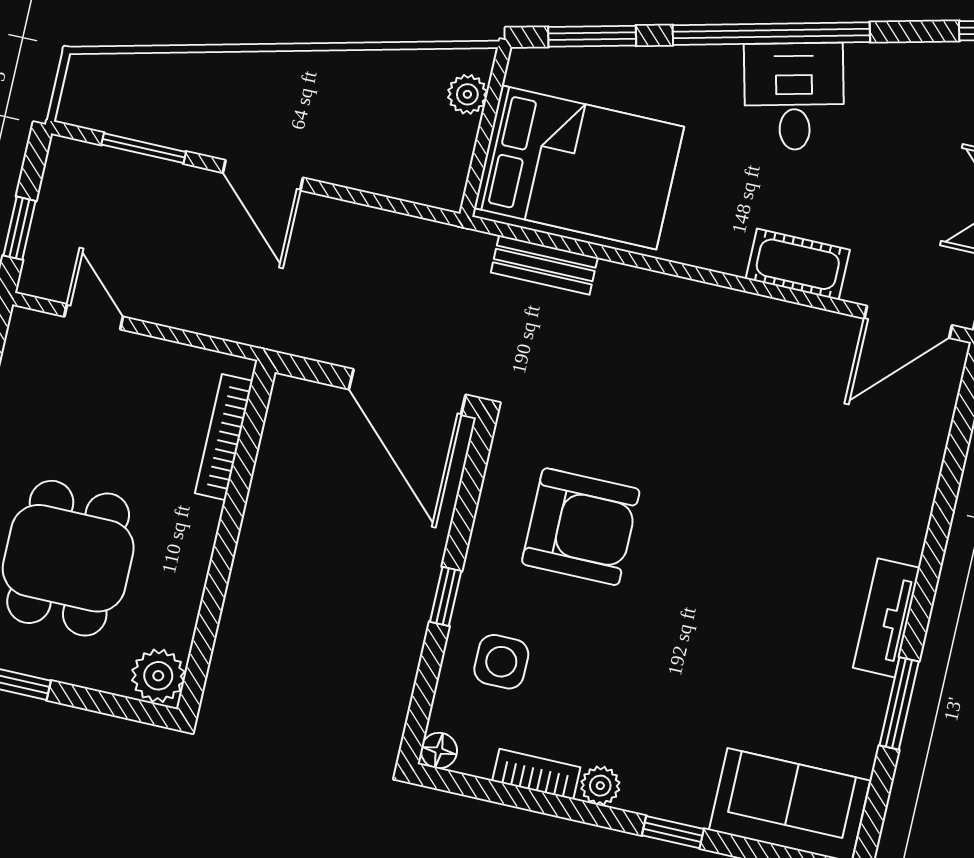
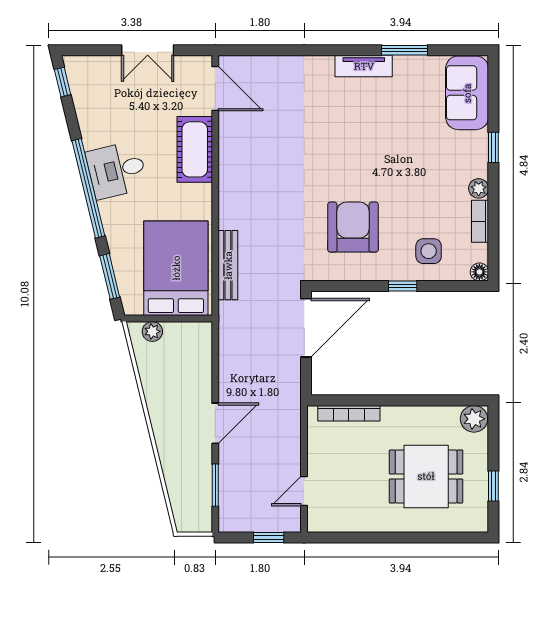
cot: (798, 264) -> (195, 149), width x1.37, depth x1.34
bench: (544, 265) -> (228, 265), width x1.36

